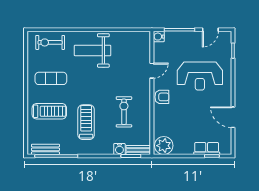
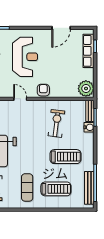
treadmill: (49, 111) -> (56, 189), turned 90
exercise bike: (124, 112) -> (56, 123), turned 97
treadmill: (86, 122) -> (65, 157), turned 180
row of seats: (207, 148) -> (89, 51), width x1.48
bench: (45, 149) -> (89, 188), width x1.36

